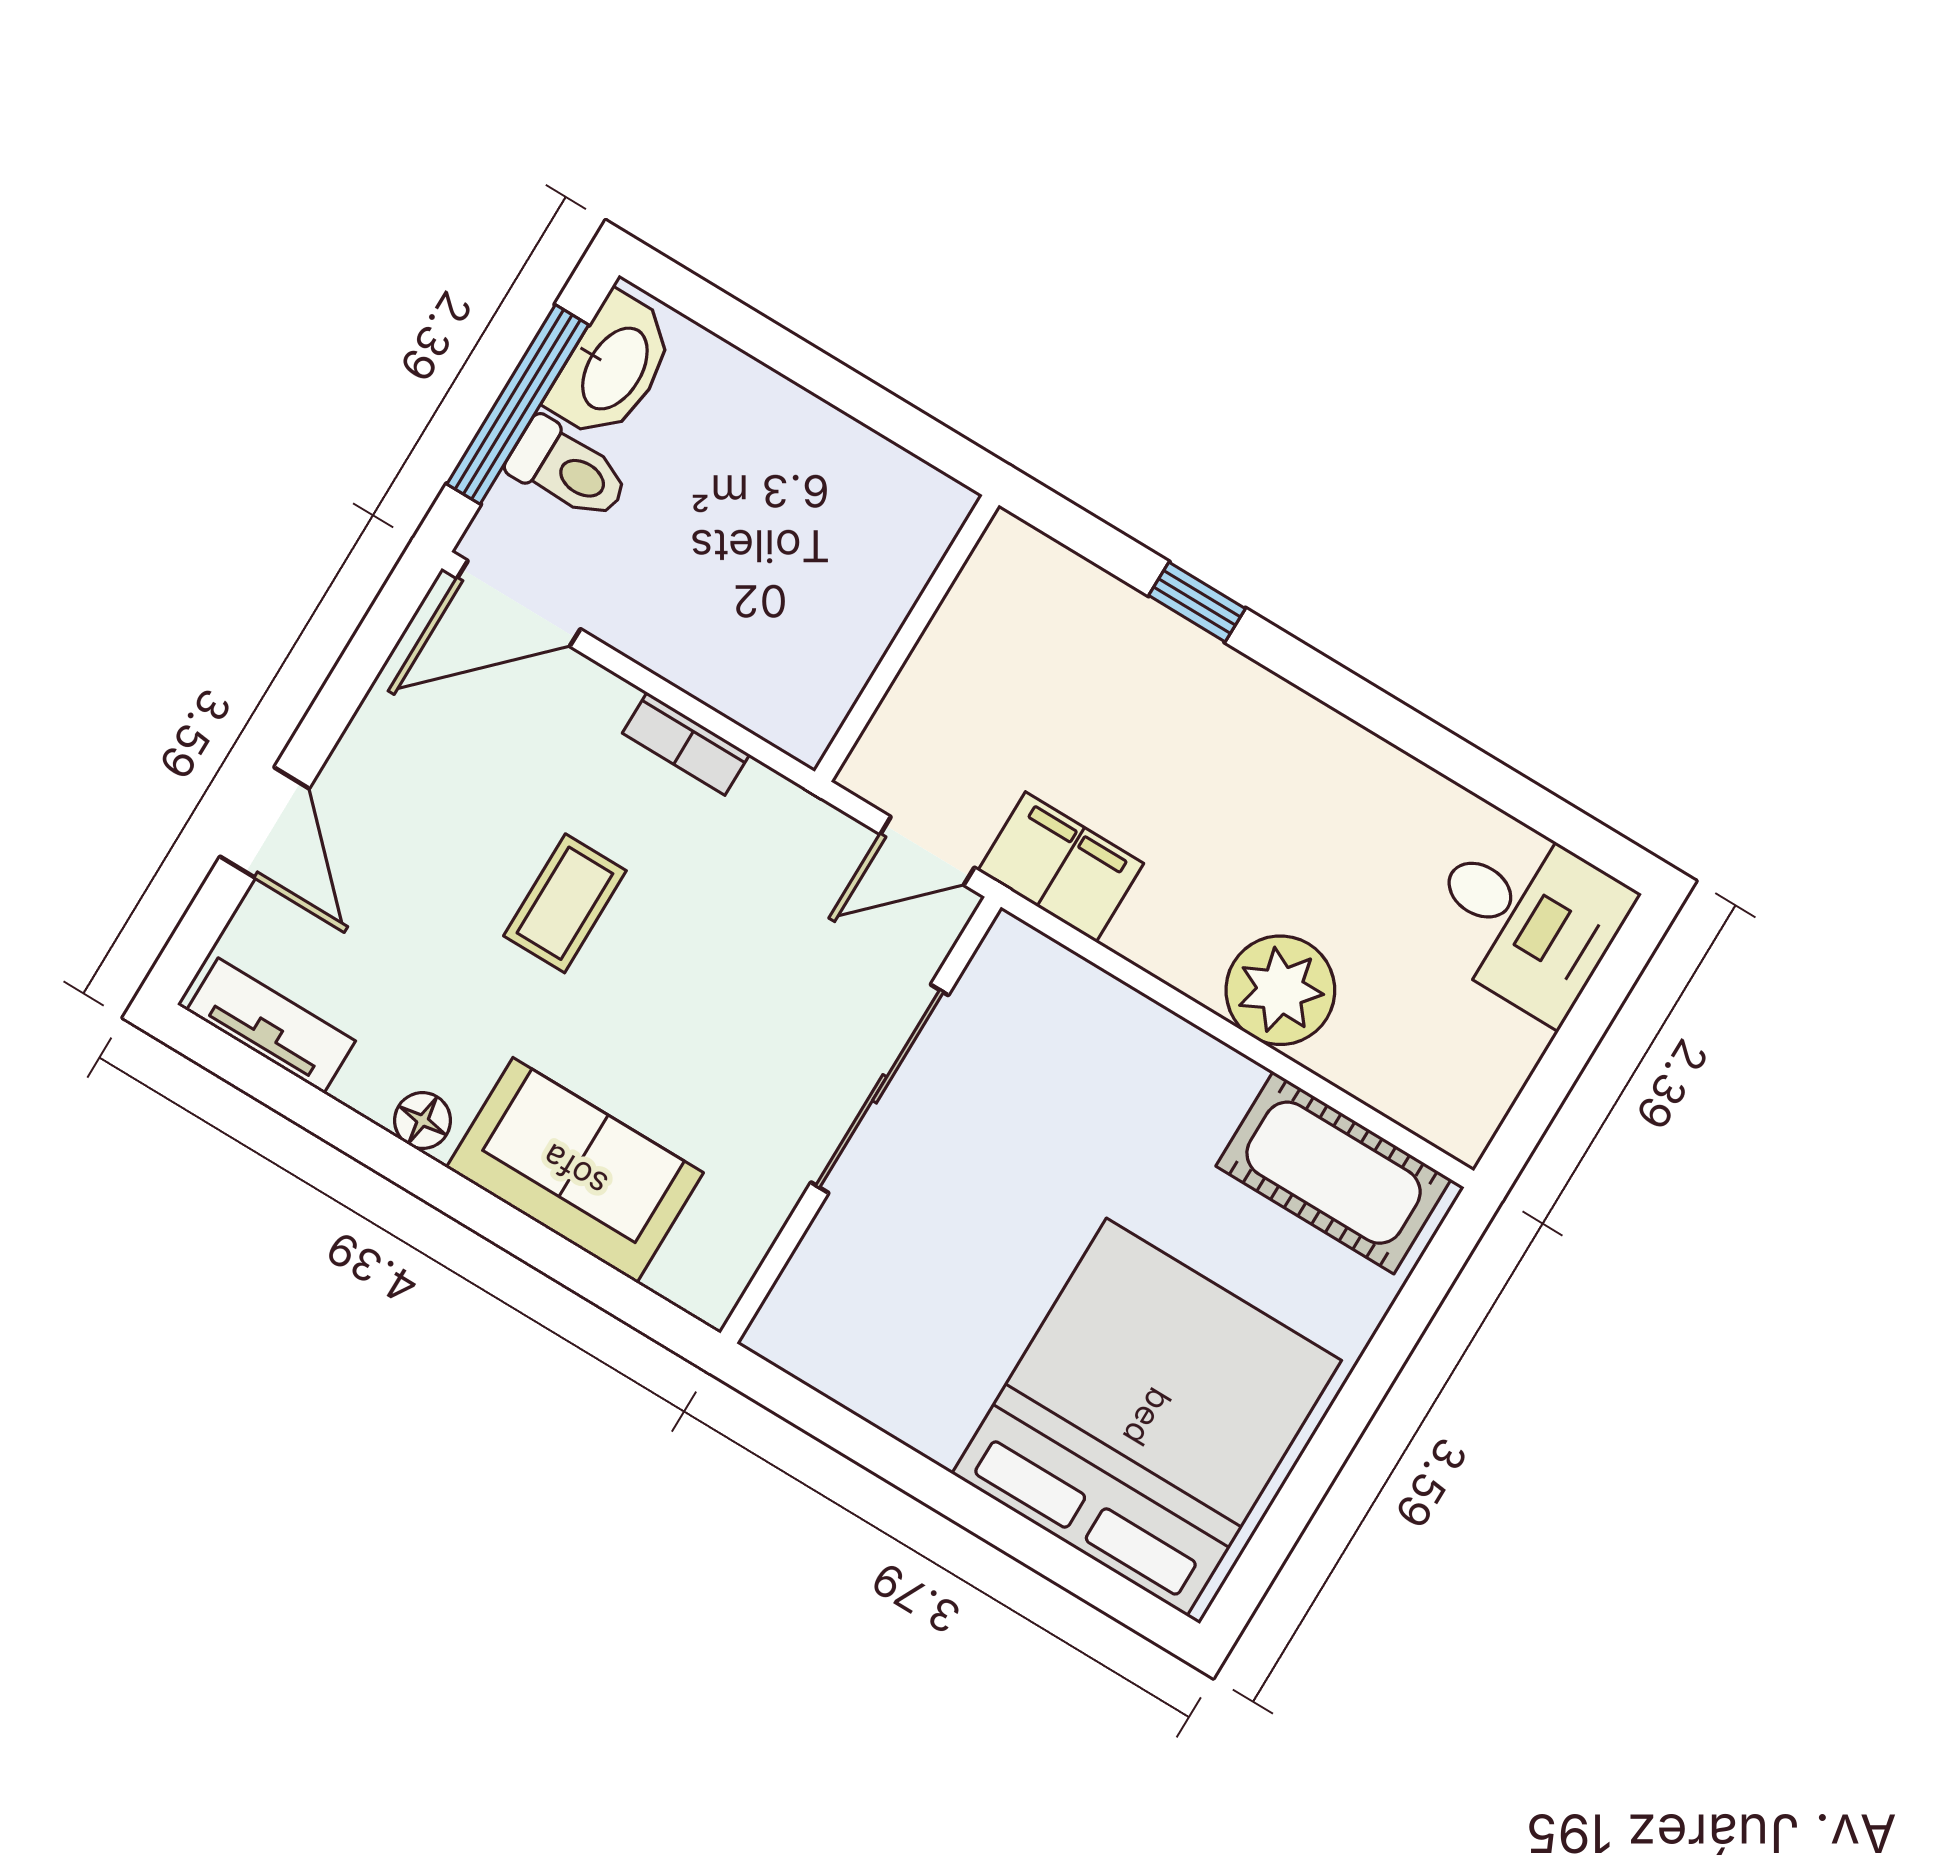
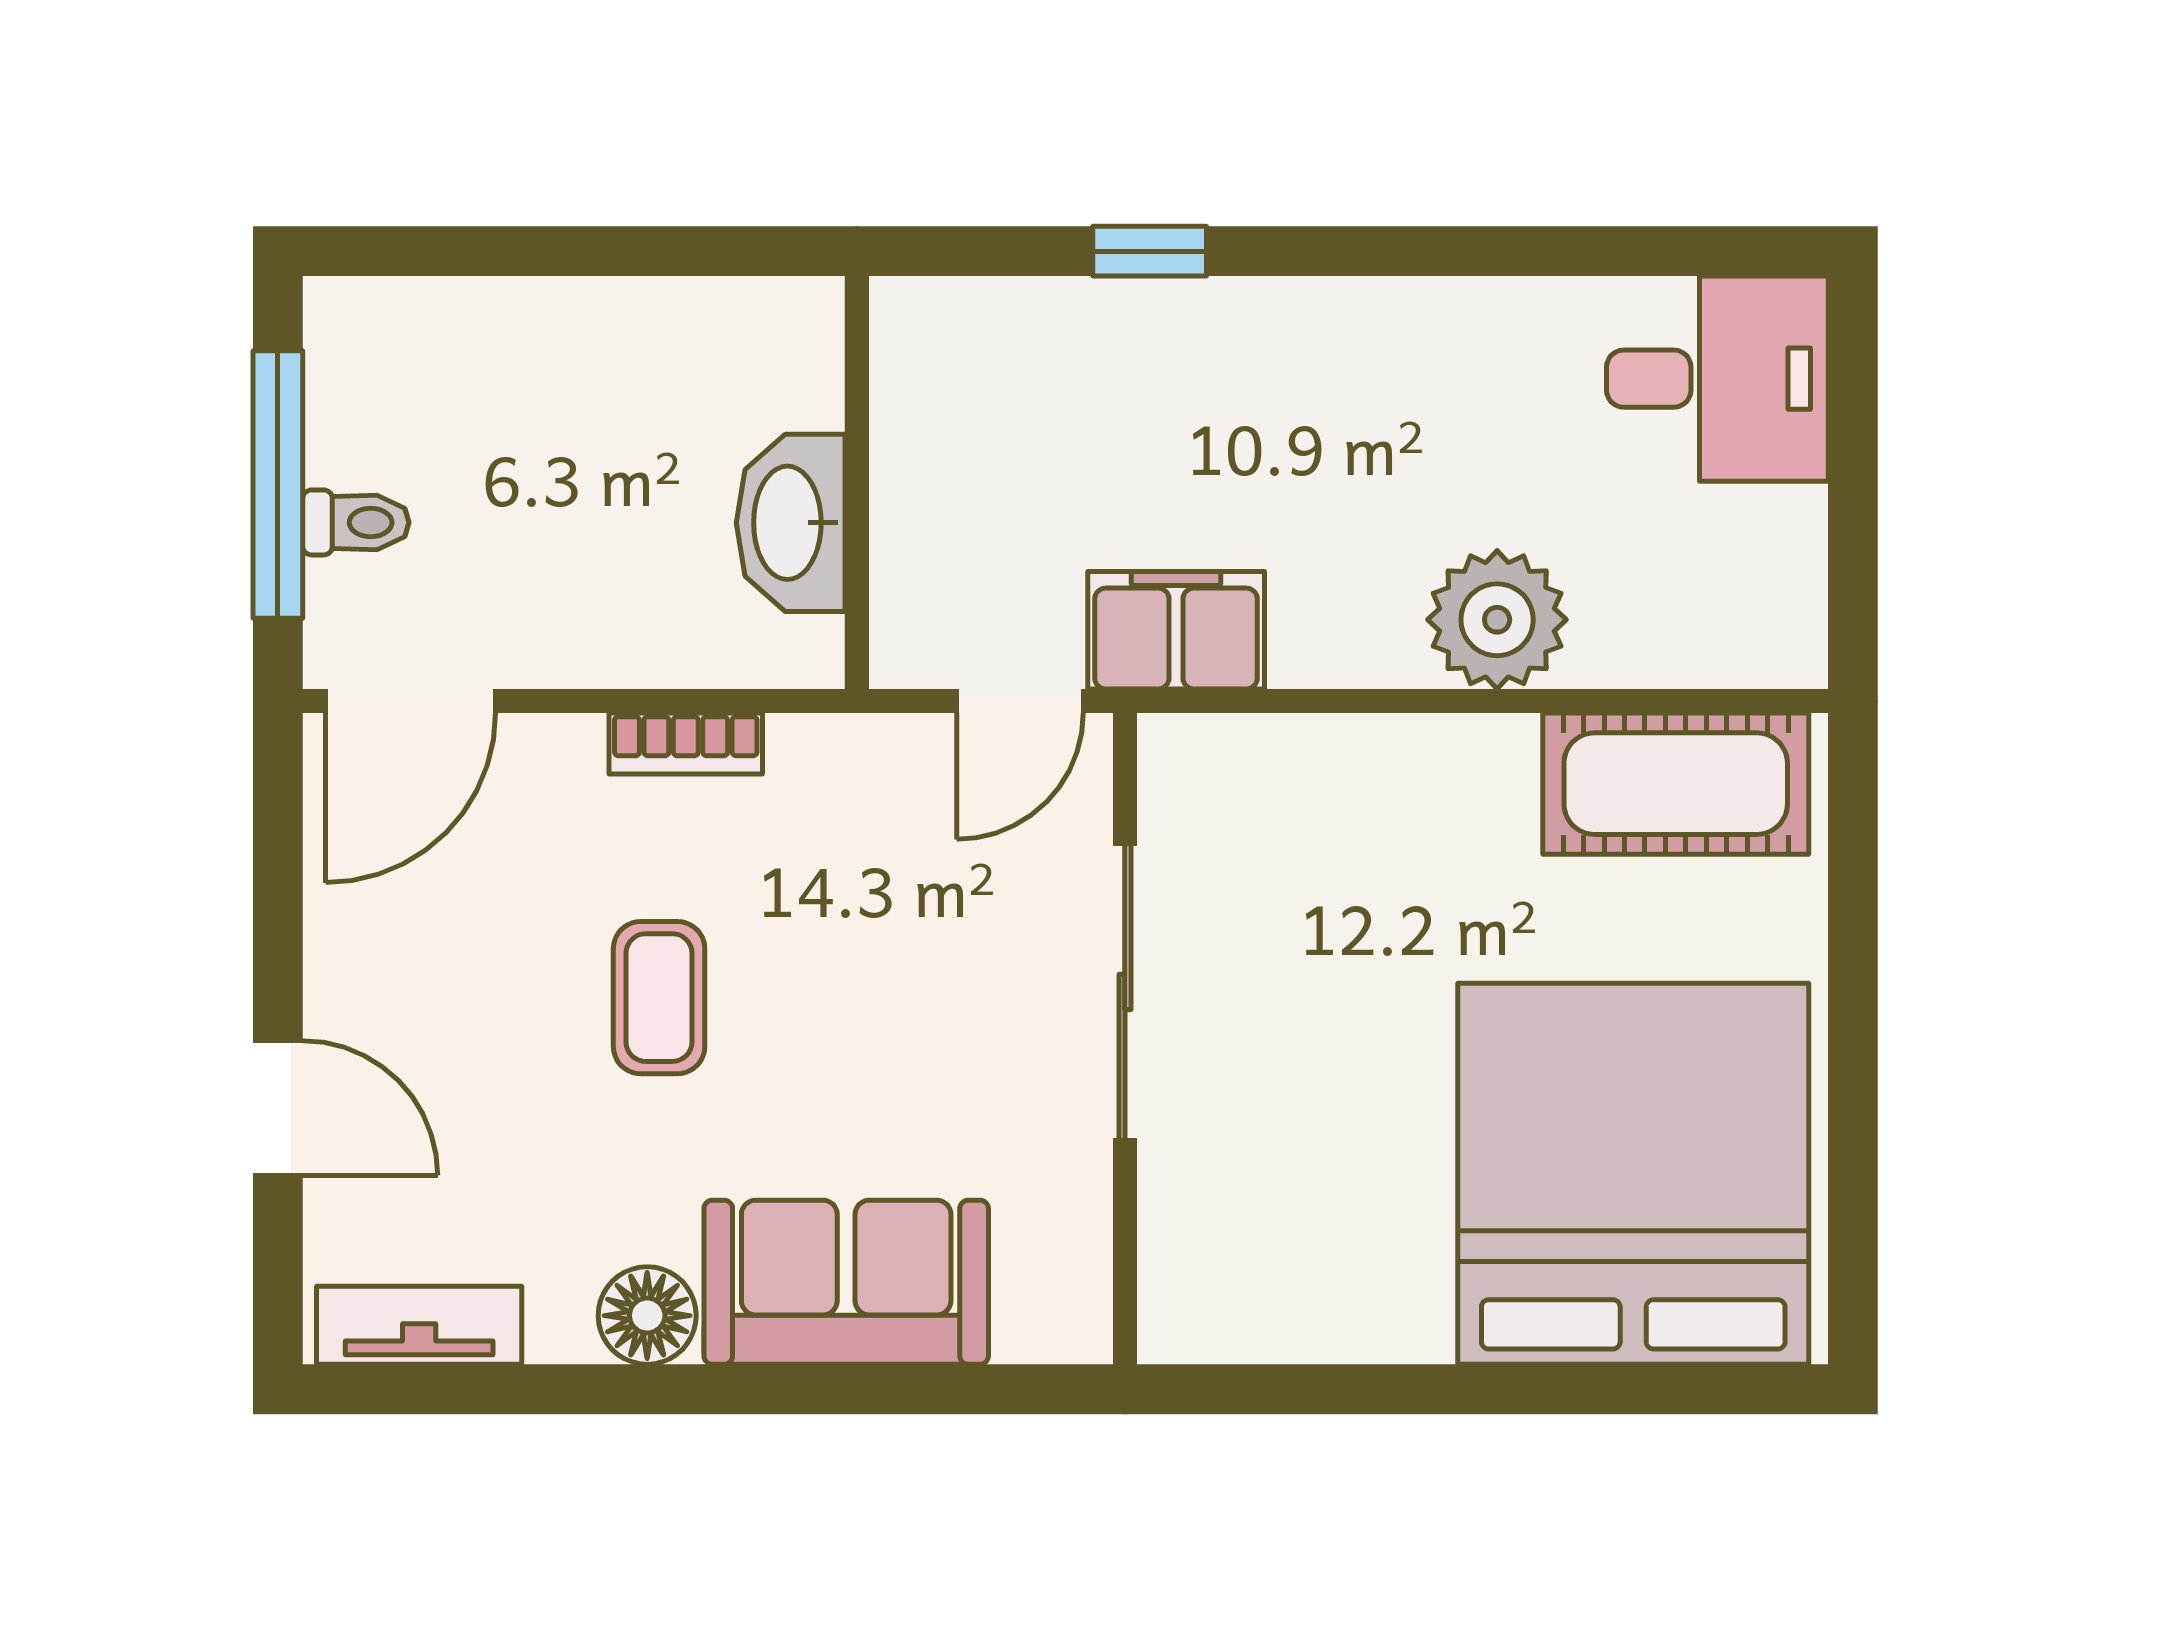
washbasin: (613, 367) -> (791, 523), moved, turned 180
toilet: (568, 470) -> (356, 522), width x0.73, depth x0.72
floor lamp: (423, 1121) -> (647, 1316), width x1.37, depth x1.37

